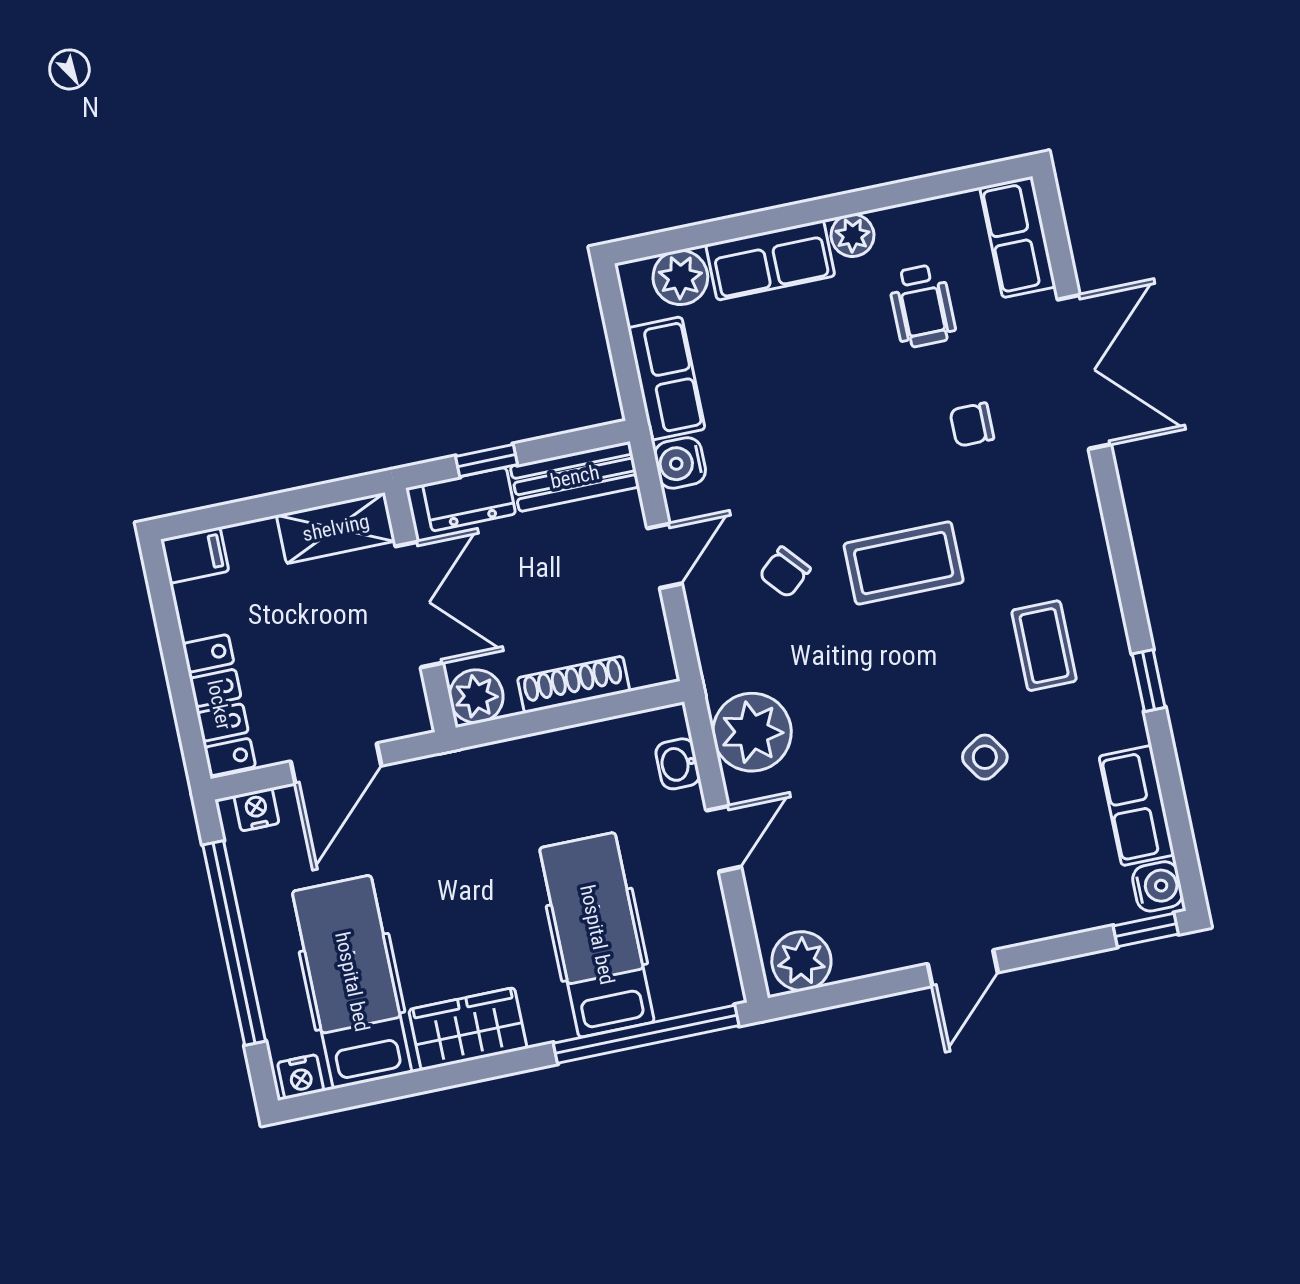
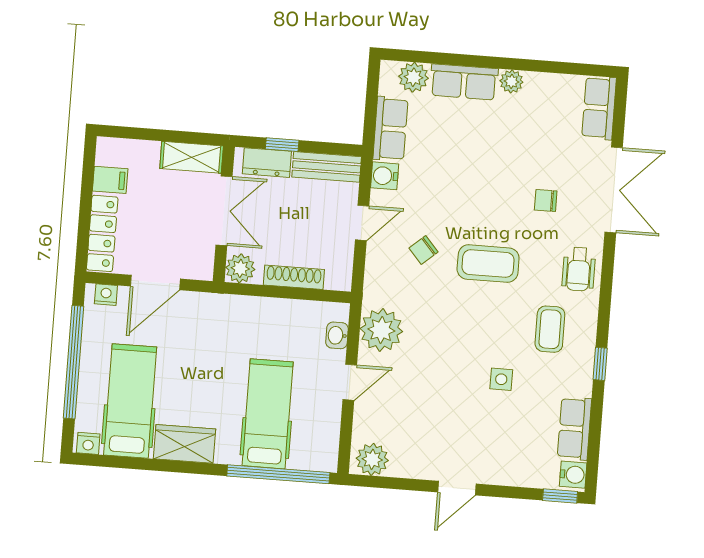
wheelchair: (922, 306) -> (579, 269), moved
filing cabinet: (195, 555) -> (110, 180), moved
side table: (985, 757) -> (501, 379), turned 33

